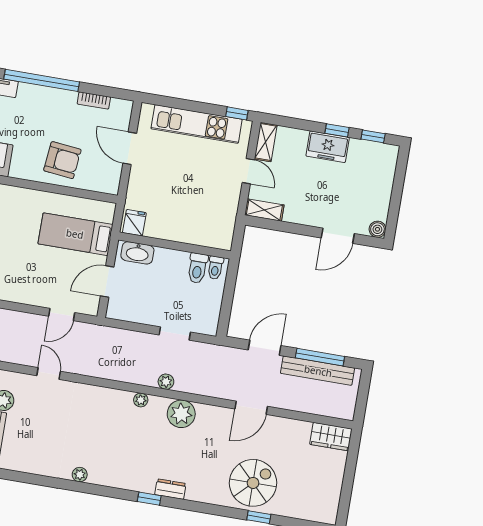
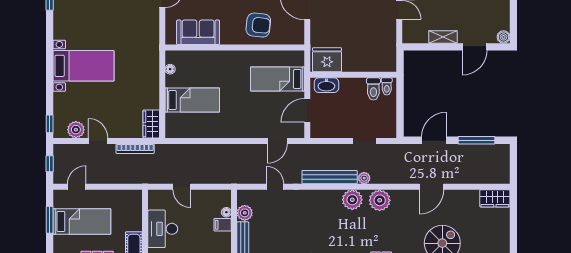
shelving: (264, 210) -> (443, 37), moved
fridge: (134, 223) -> (327, 60), width x1.88, depth x1.34
bench: (318, 371) -> (330, 177), moved
plant: (141, 400) -> (352, 200), width x1.88, depth x1.88

